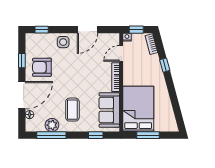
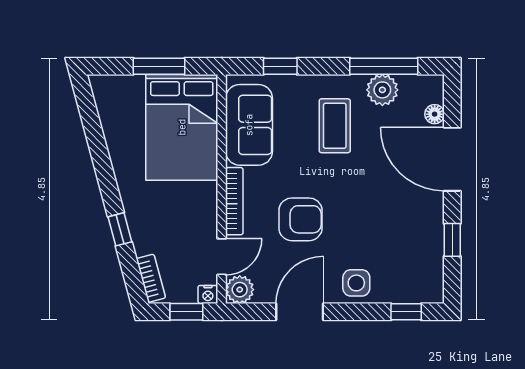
plant: (113, 39) -> (240, 290), added
armchair: (42, 67) -> (300, 219), moved
door: (22, 95) -> (452, 159), hinge flipped

